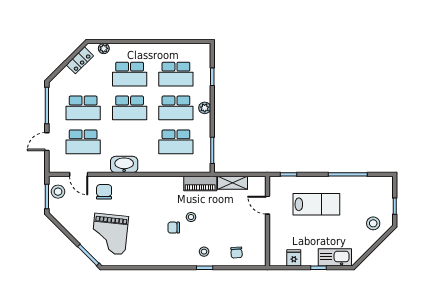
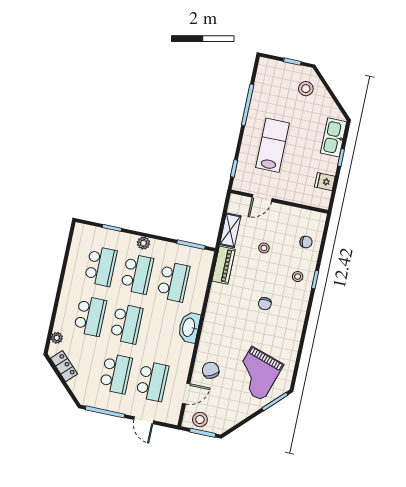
washbasin: (124, 164) -> (189, 327), moved
chair: (104, 192) -> (211, 370), turned 63
stool: (191, 217) -> (264, 248), moved
grand piano: (110, 234) -> (257, 374), turned 102

